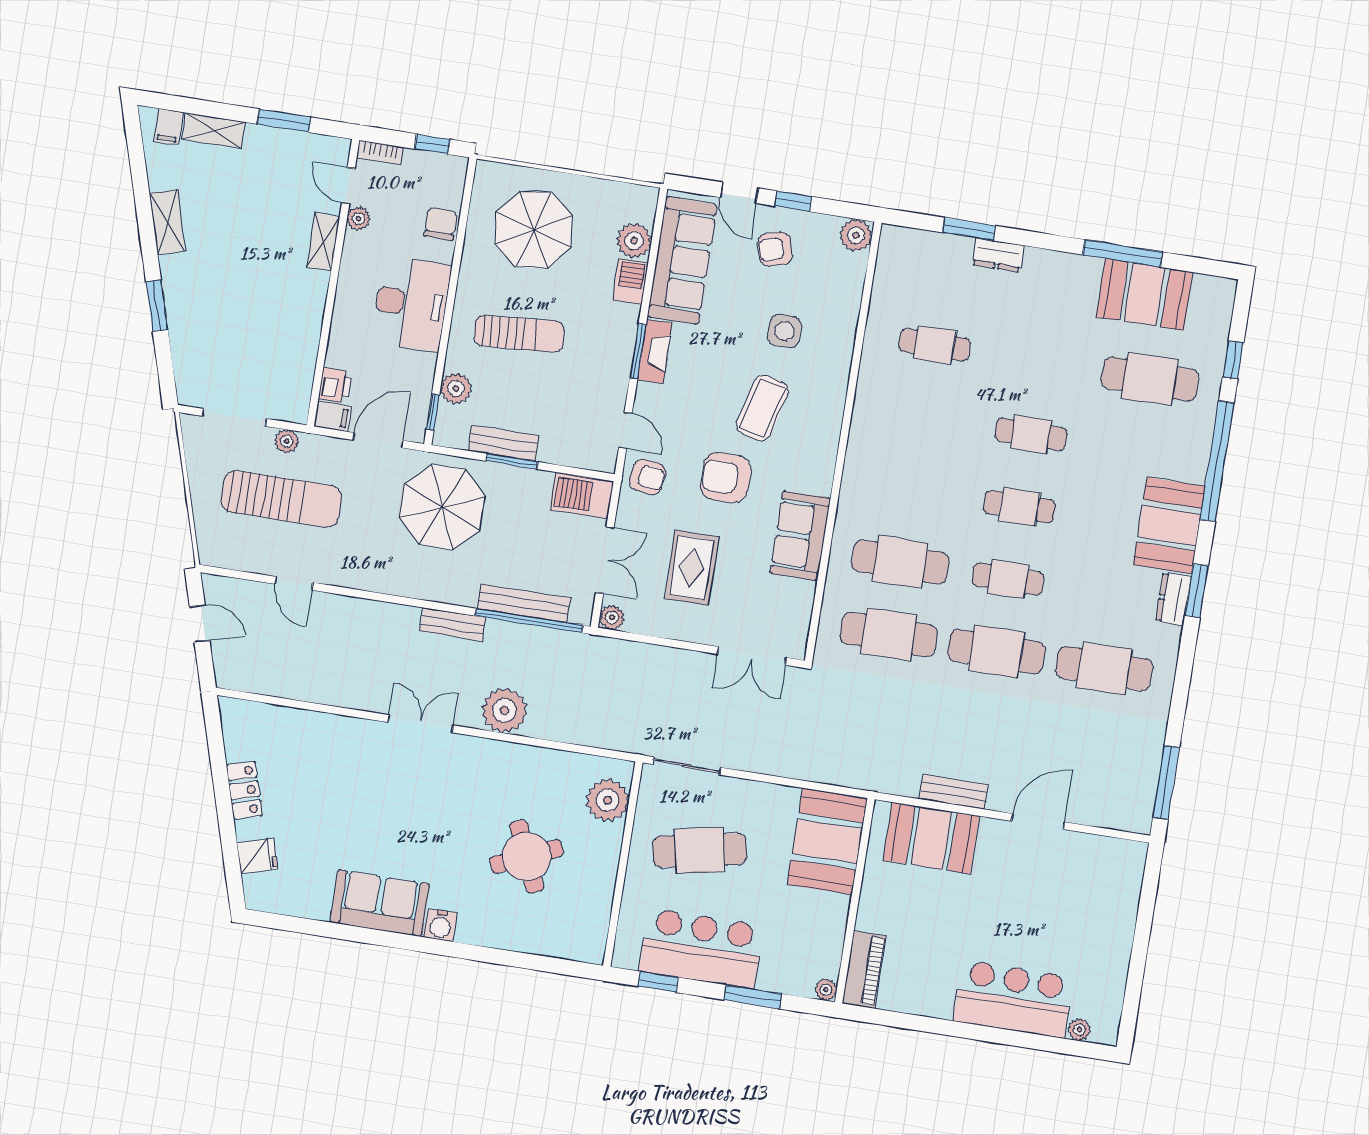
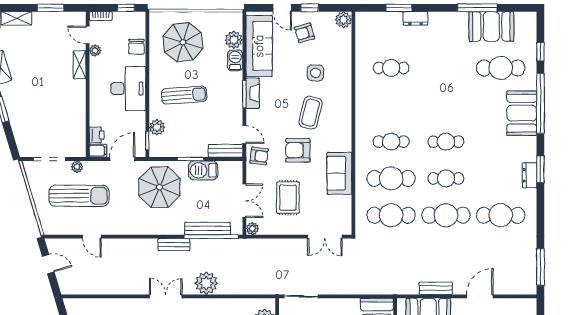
chair: (441, 224) -> (136, 47), turned 180
cafe table: (1031, 434) -> (391, 142), moved
bench: (504, 443) -> (226, 151), moved
barbecue: (582, 495) -> (203, 170), moved
booth: (1169, 525) -> (522, 113), moved

